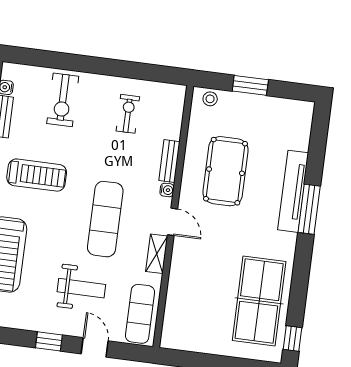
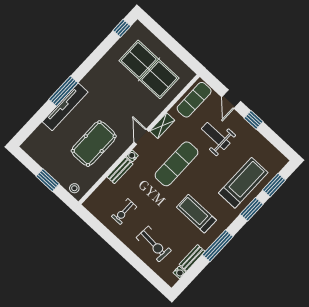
exercise bike: (63, 100) -> (154, 244), turned 94
table tennis table: (259, 301) -> (149, 69), moved, turned 90

